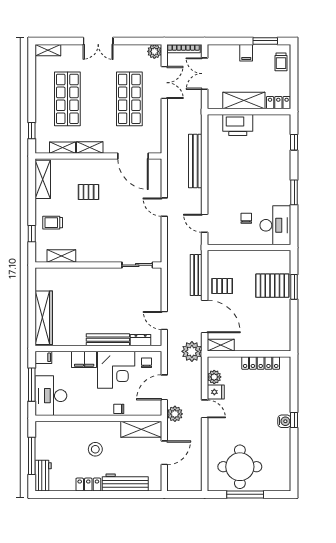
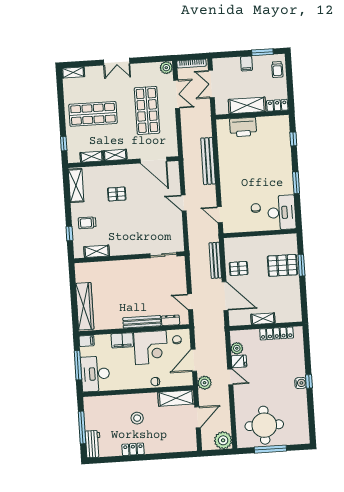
shop shelf: (67, 99) -> (93, 114), turned 90
shelving: (221, 345) -> (263, 319), moved
plant: (192, 351) -> (223, 440), moved
workbench: (125, 483) -> (165, 445), removed

